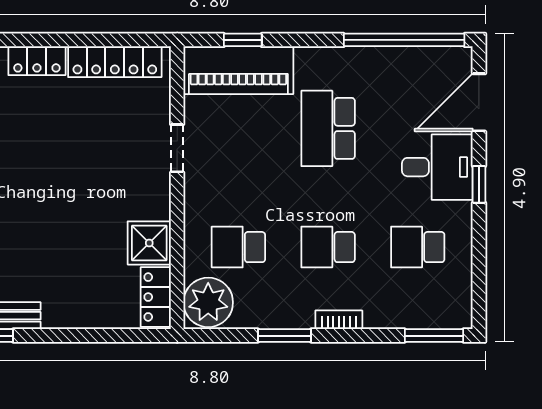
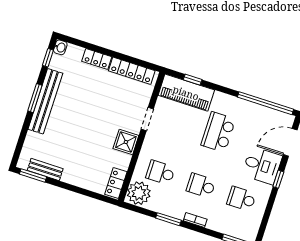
shower: (149, 243) -> (126, 142), moved

